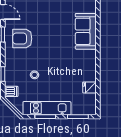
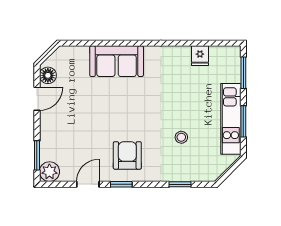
armchair: (22, 39) -> (127, 155), turned 180
dishwasher: (11, 91) -> (206, 172), removed

